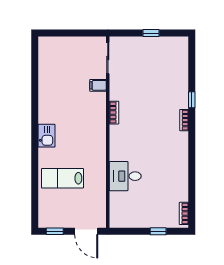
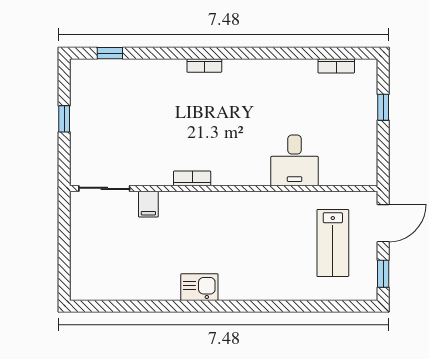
window: (192, 100) -> (110, 53), moved
kitchen sink: (47, 136) -> (199, 287), moved
lab bench: (62, 178) -> (333, 243), moved
bookcase: (184, 213) -> (336, 66), moved

